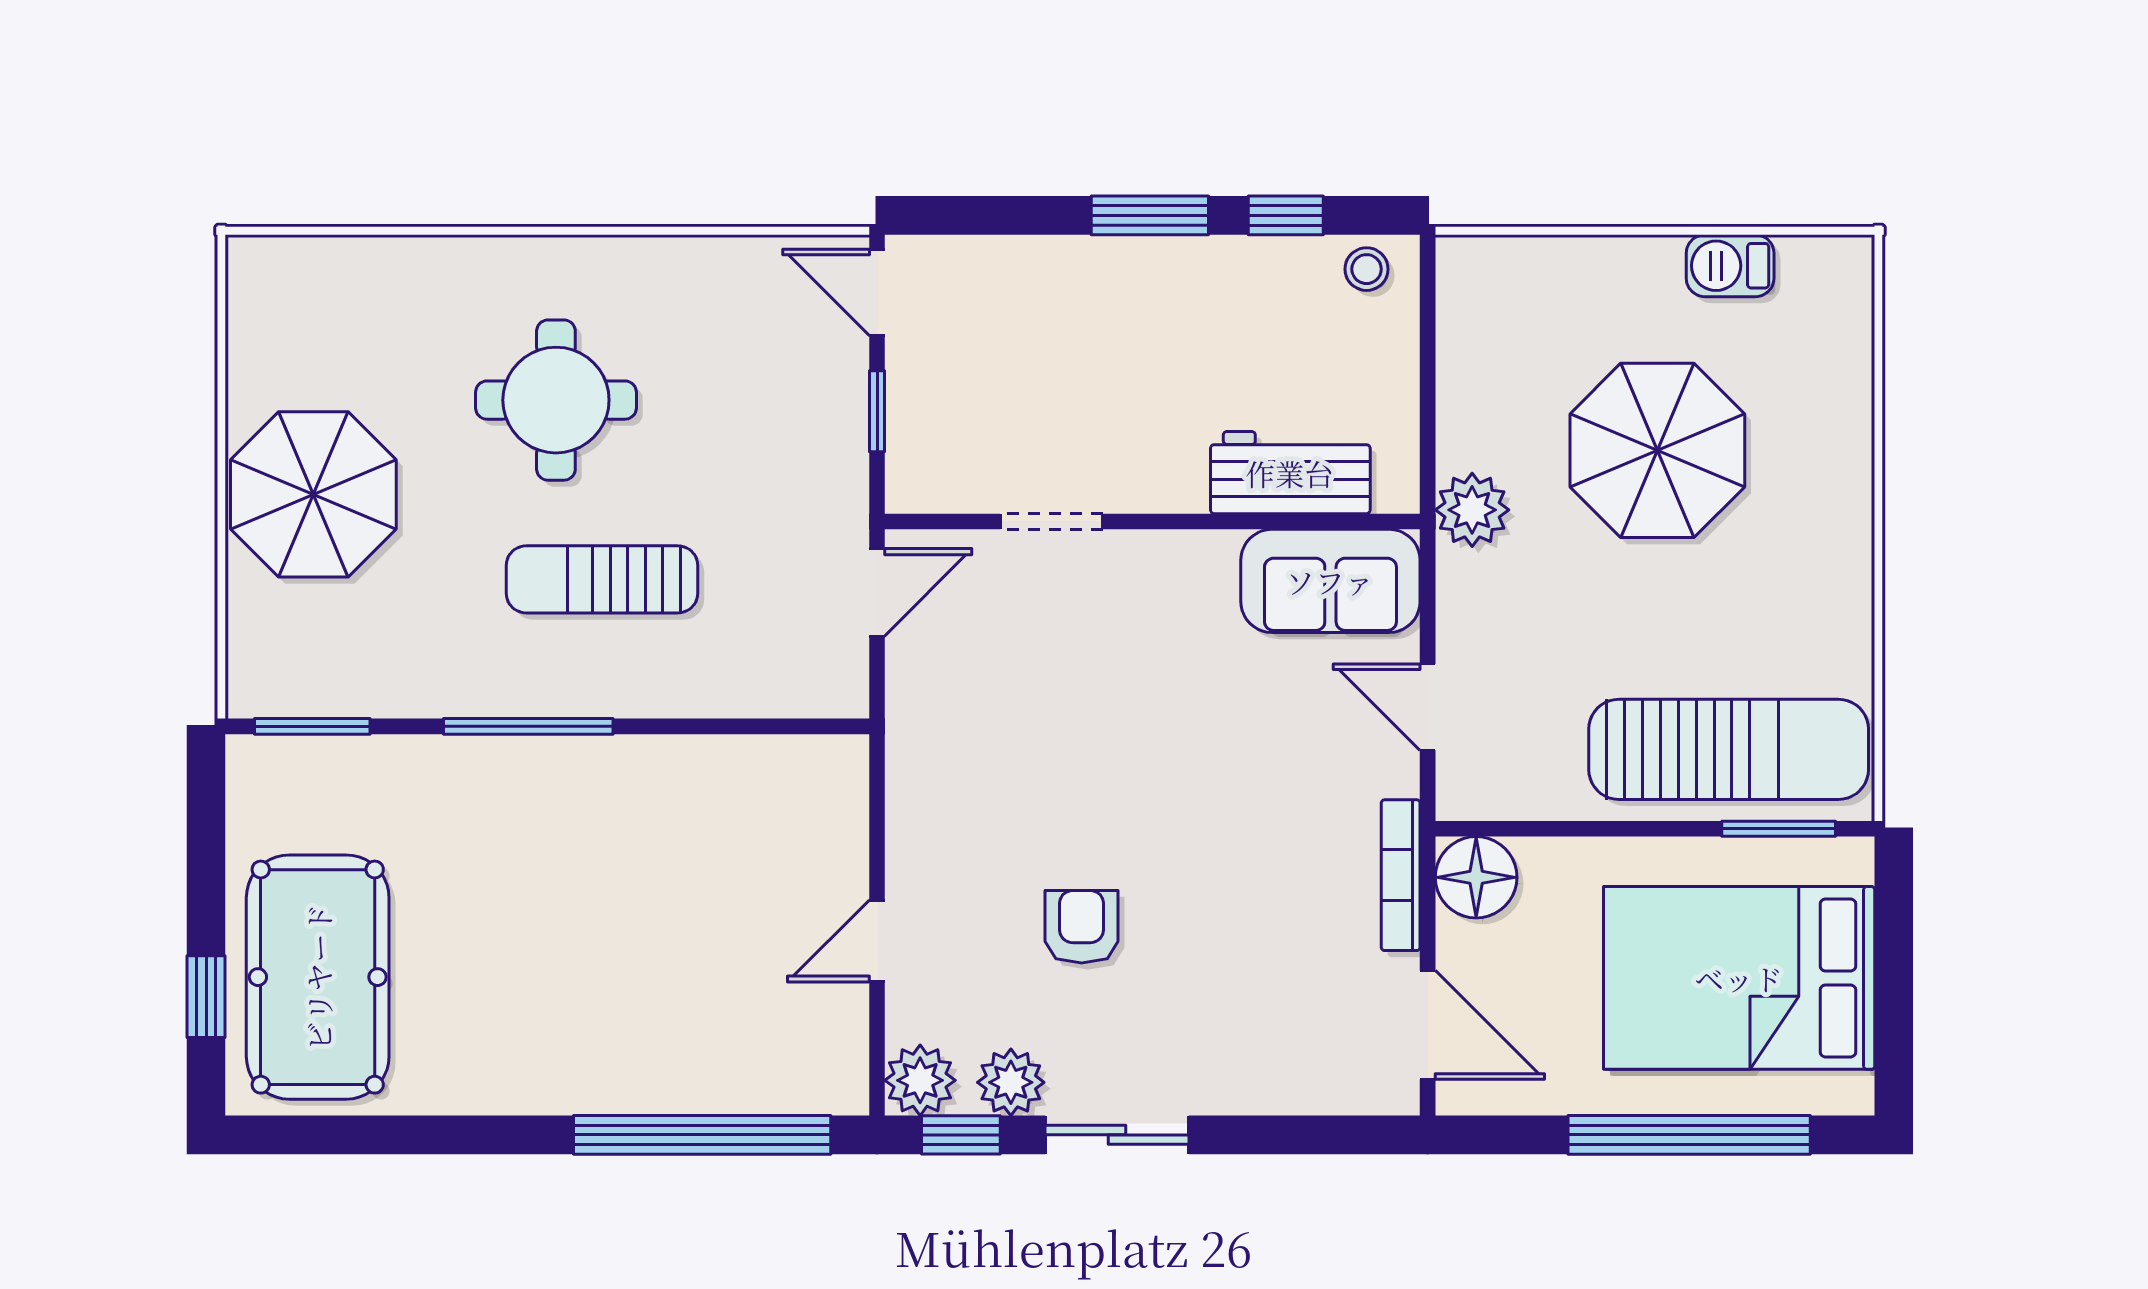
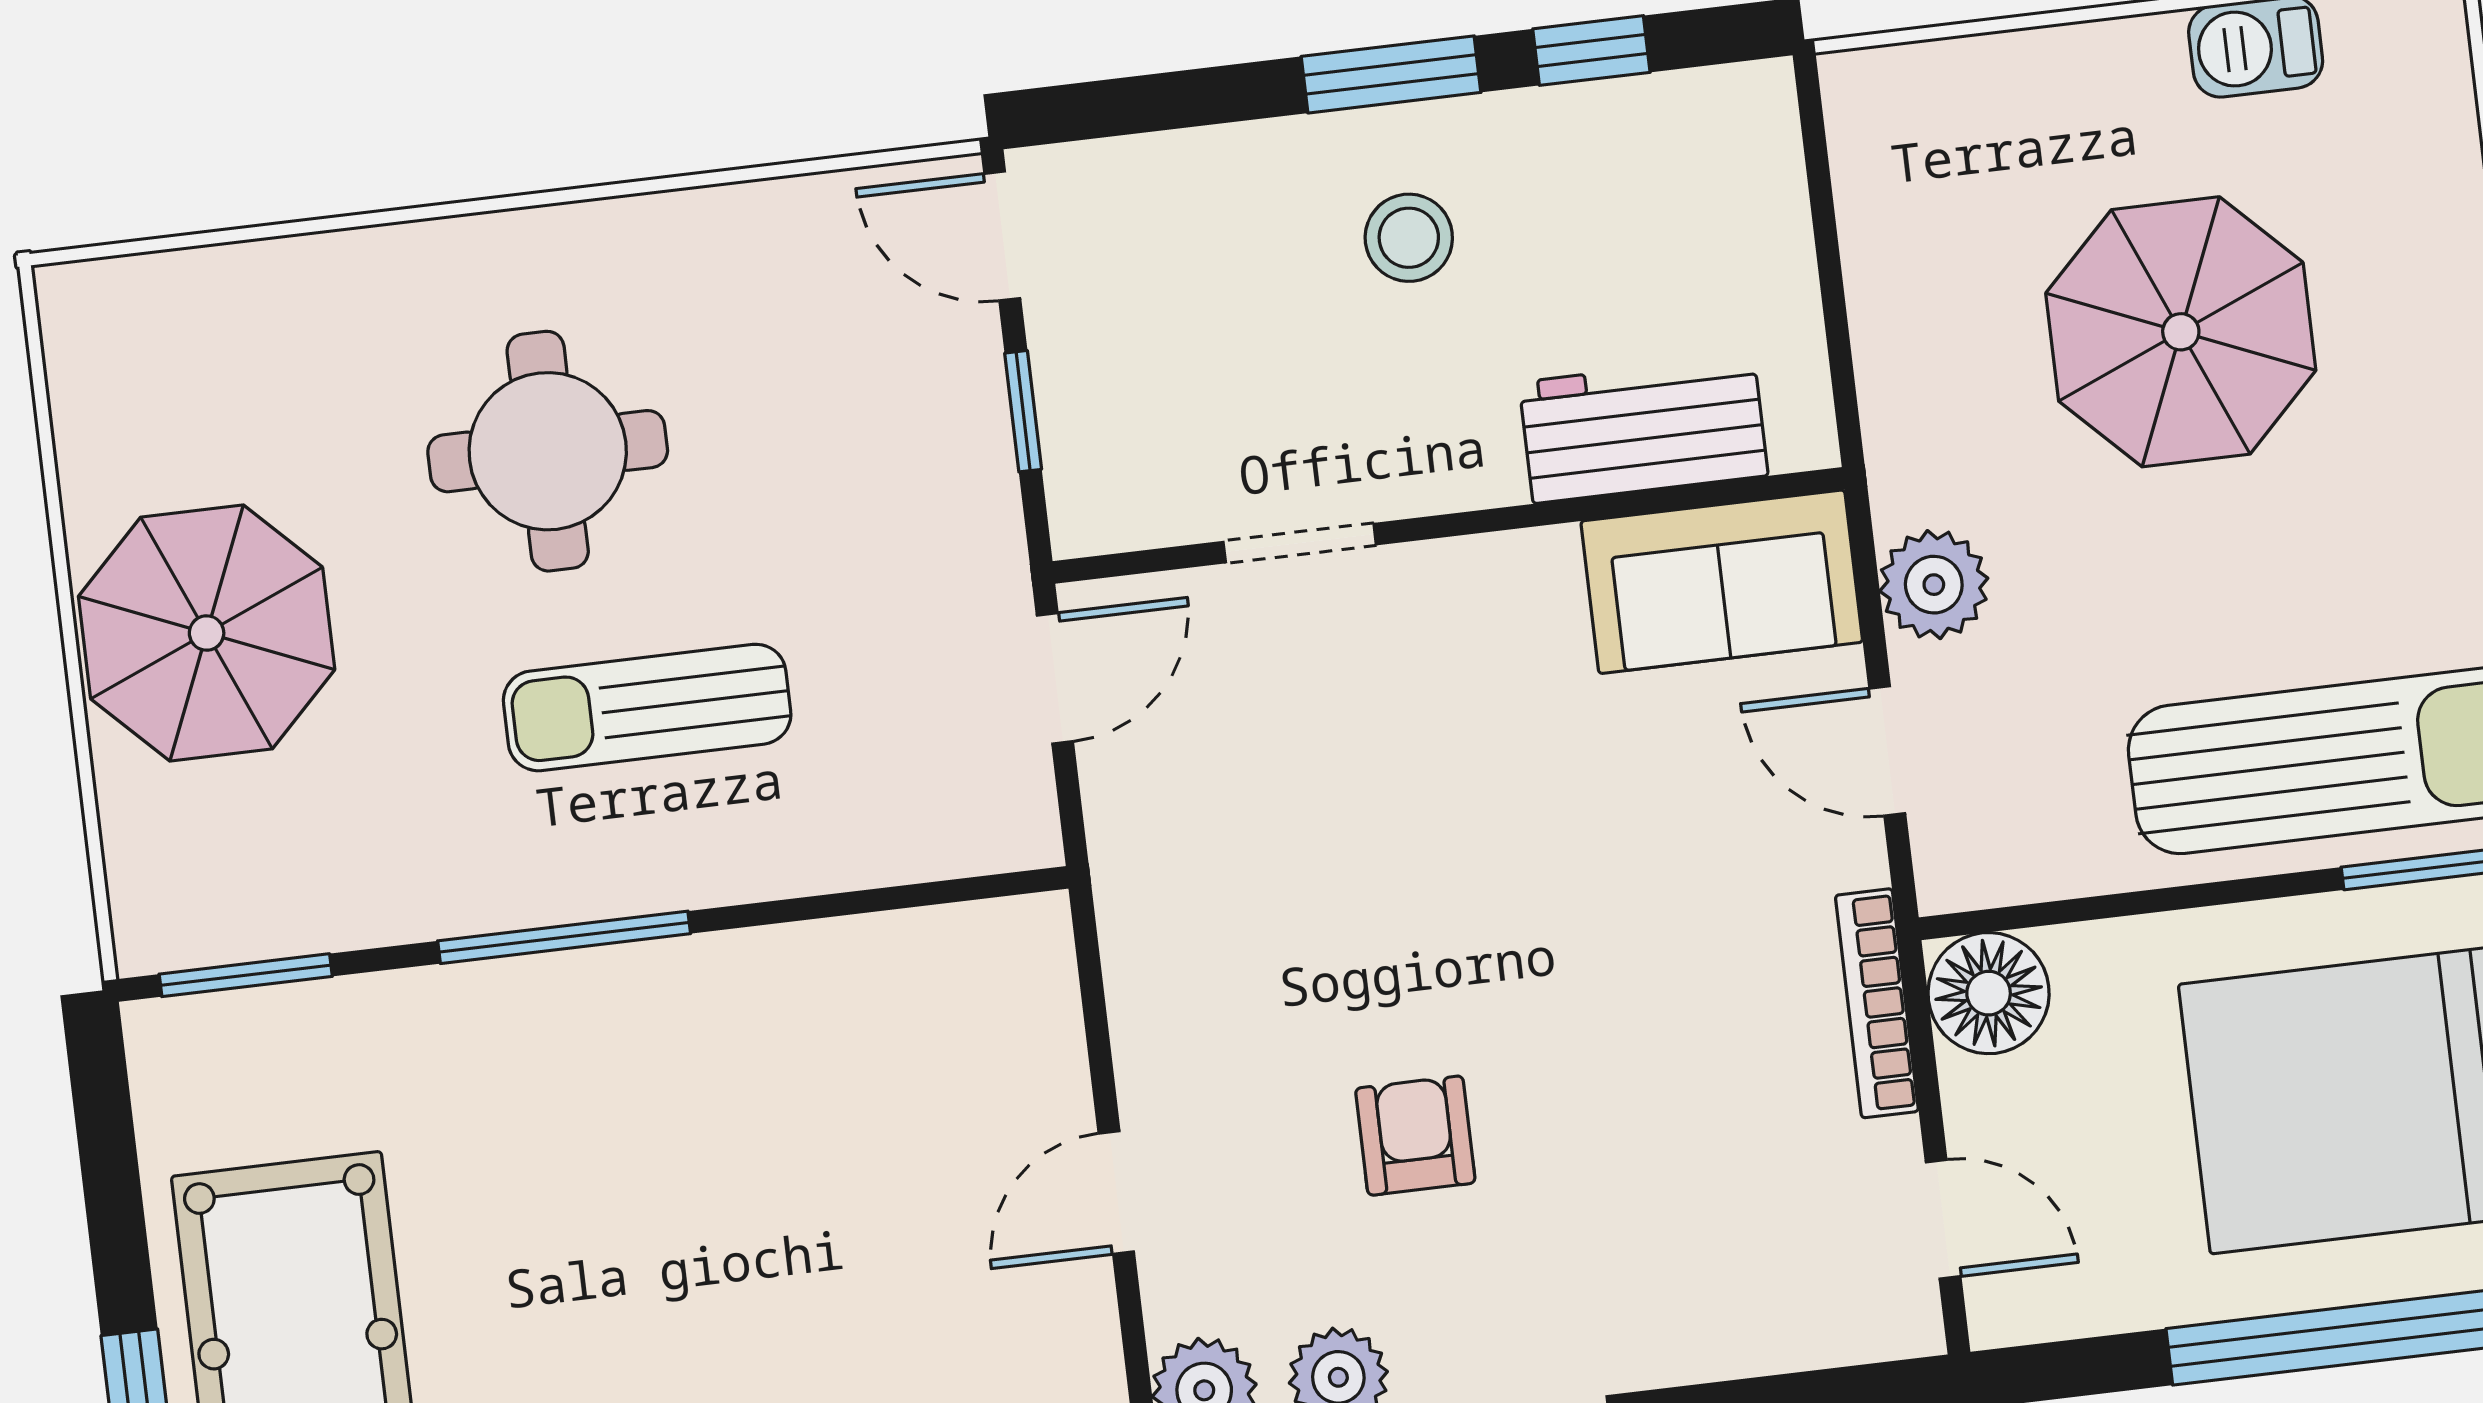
stool: (1367, 269) -> (1409, 238), moved, width x1.37, depth x1.37
plant: (1472, 510) -> (1934, 585), moved
door: (1428, 1025) -> (1943, 1219), width x0.73

